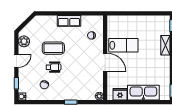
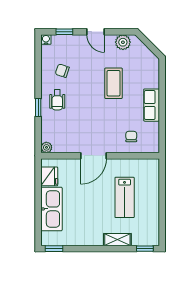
lab bench: (123, 45) -> (125, 197), moved
wheelchair: (54, 67) -> (57, 100), moved

